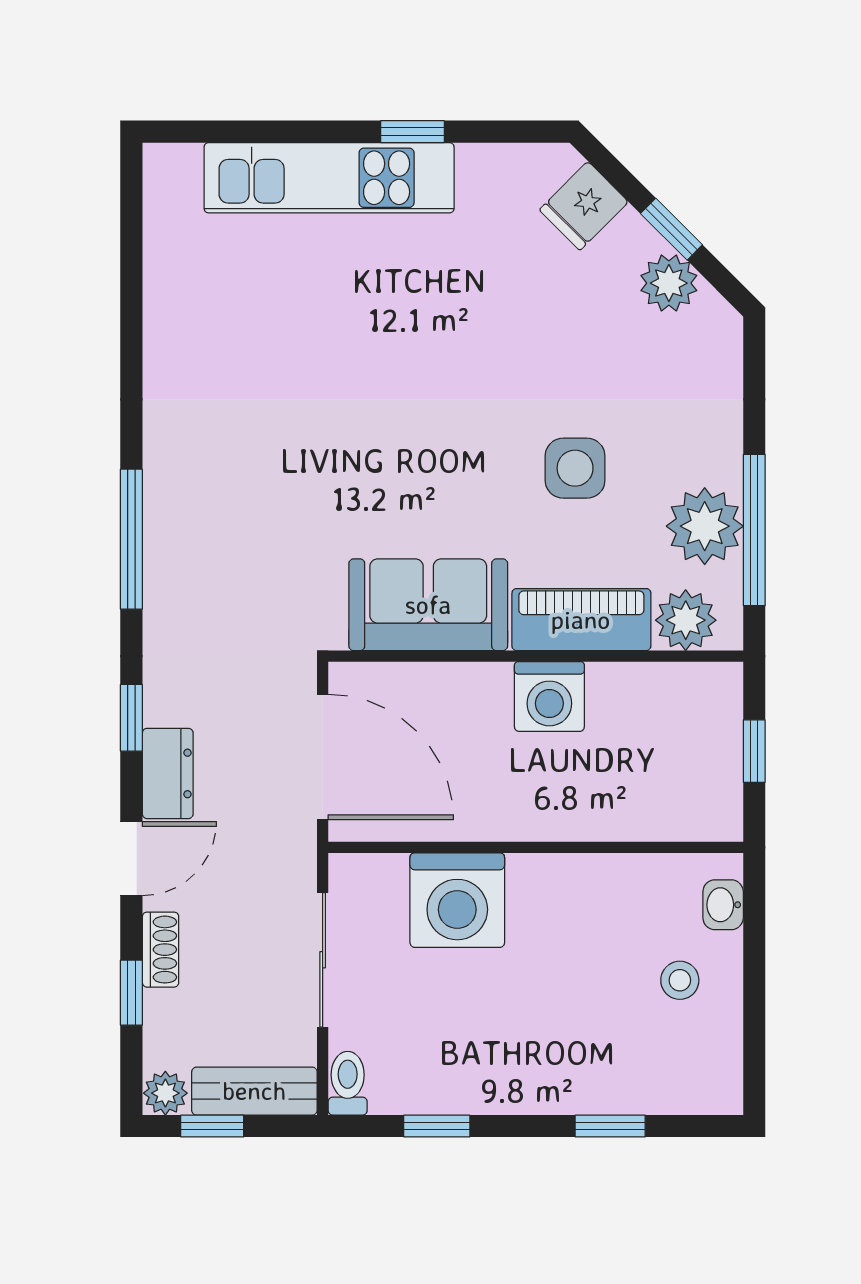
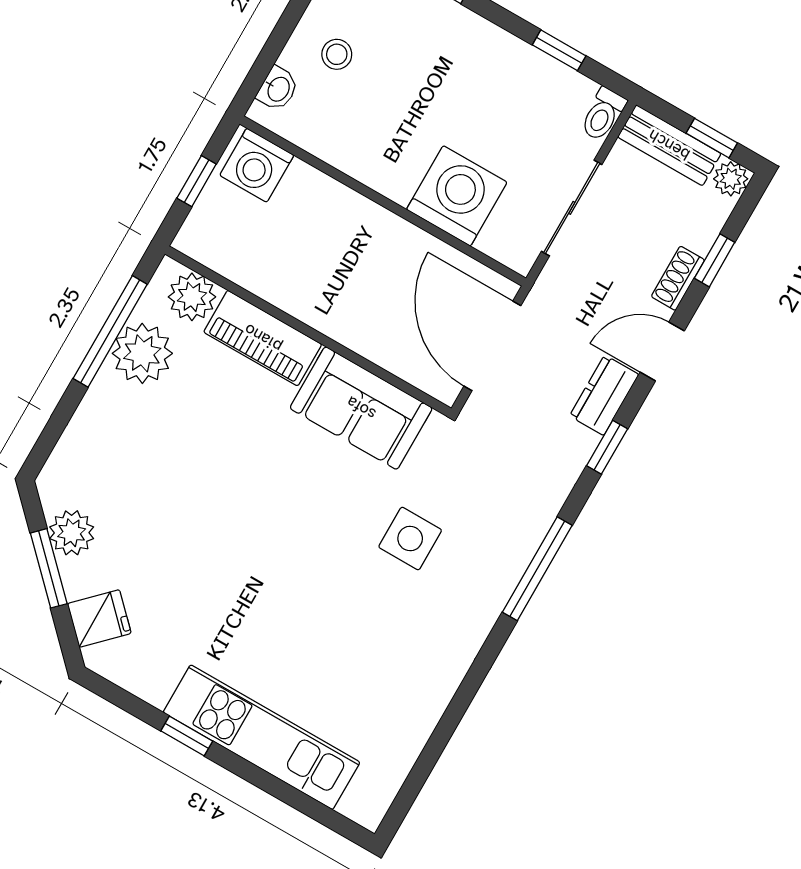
window: (671, 229) -> (49, 568), width x1.50
side table: (575, 468) -> (410, 539), moved
washing machine: (549, 696) -> (257, 165), moved, turned 180

